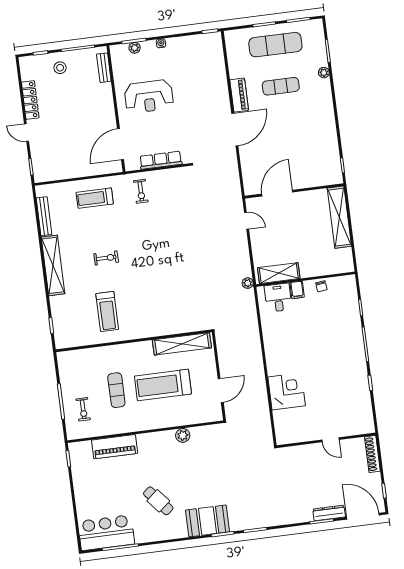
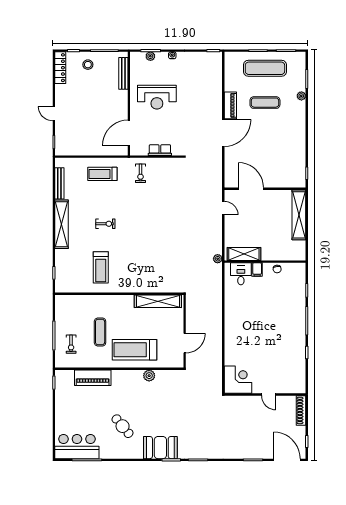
bench: (104, 68) -> (123, 73), width x1.36
locker: (30, 100) -> (60, 68), moved
row of seats: (161, 160) -> (160, 150), width x0.68
door: (277, 193) -> (251, 189), hinge flipped
treadmill: (163, 385) -> (134, 350), moved
corner desk: (287, 391) -> (238, 380), moved
dresser: (329, 513) -> (260, 454), removed

